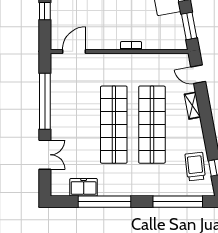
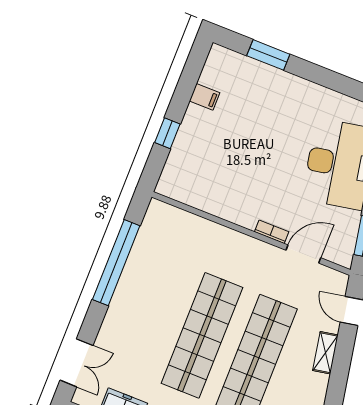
door: (74, 51) -> (303, 254), moved
double door: (45, 155) -> (76, 363), moved

